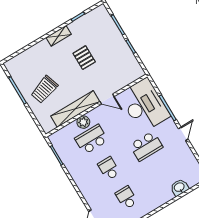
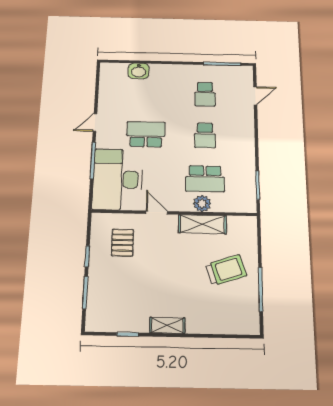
pallet: (84, 58) -> (122, 243), moved
shelving: (75, 109) -> (202, 224), width x0.68

